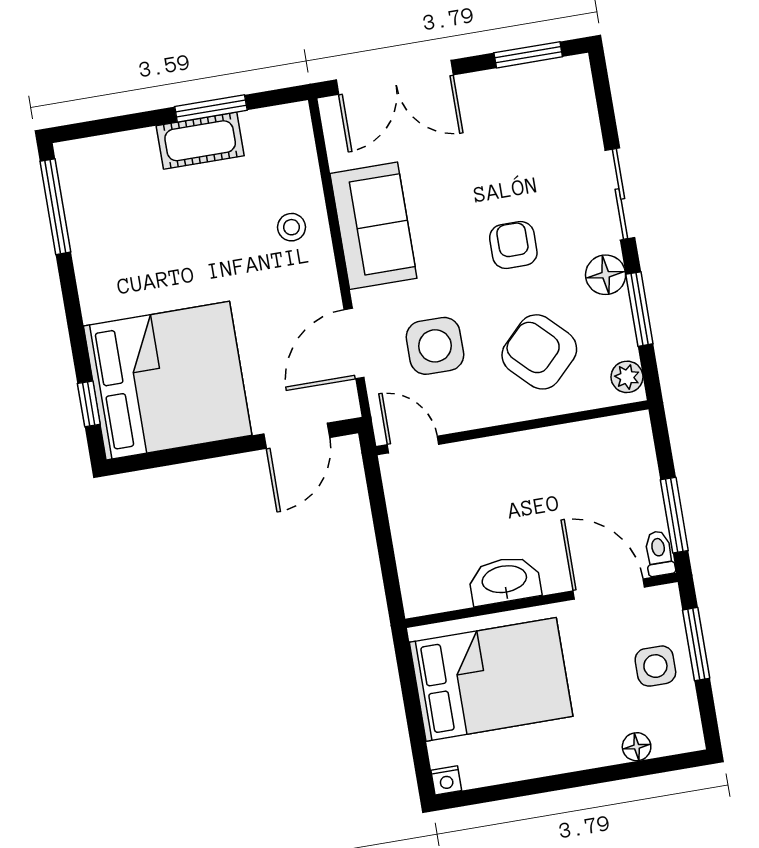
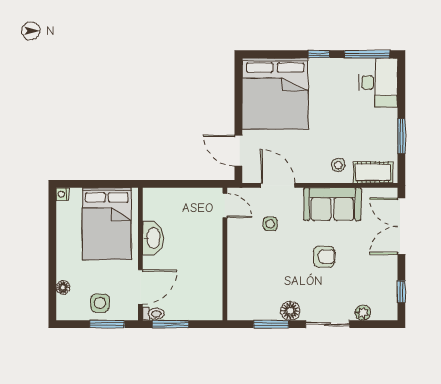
window: (528, 55) -> (401, 292), width x0.67
cot: (200, 141) -> (373, 172), moved, turned 90
desk: (109, 174) -> (378, 83), added
armchair: (513, 245) -> (324, 257), moved
side table: (435, 346) -> (270, 224), width x0.54, depth x0.54
armchair: (539, 352) -> (259, 273), removed
plant: (627, 377) -> (363, 313), moved
window: (89, 404) -> (319, 54), moved
door: (413, 444) -> (225, 205), hinge flipped

